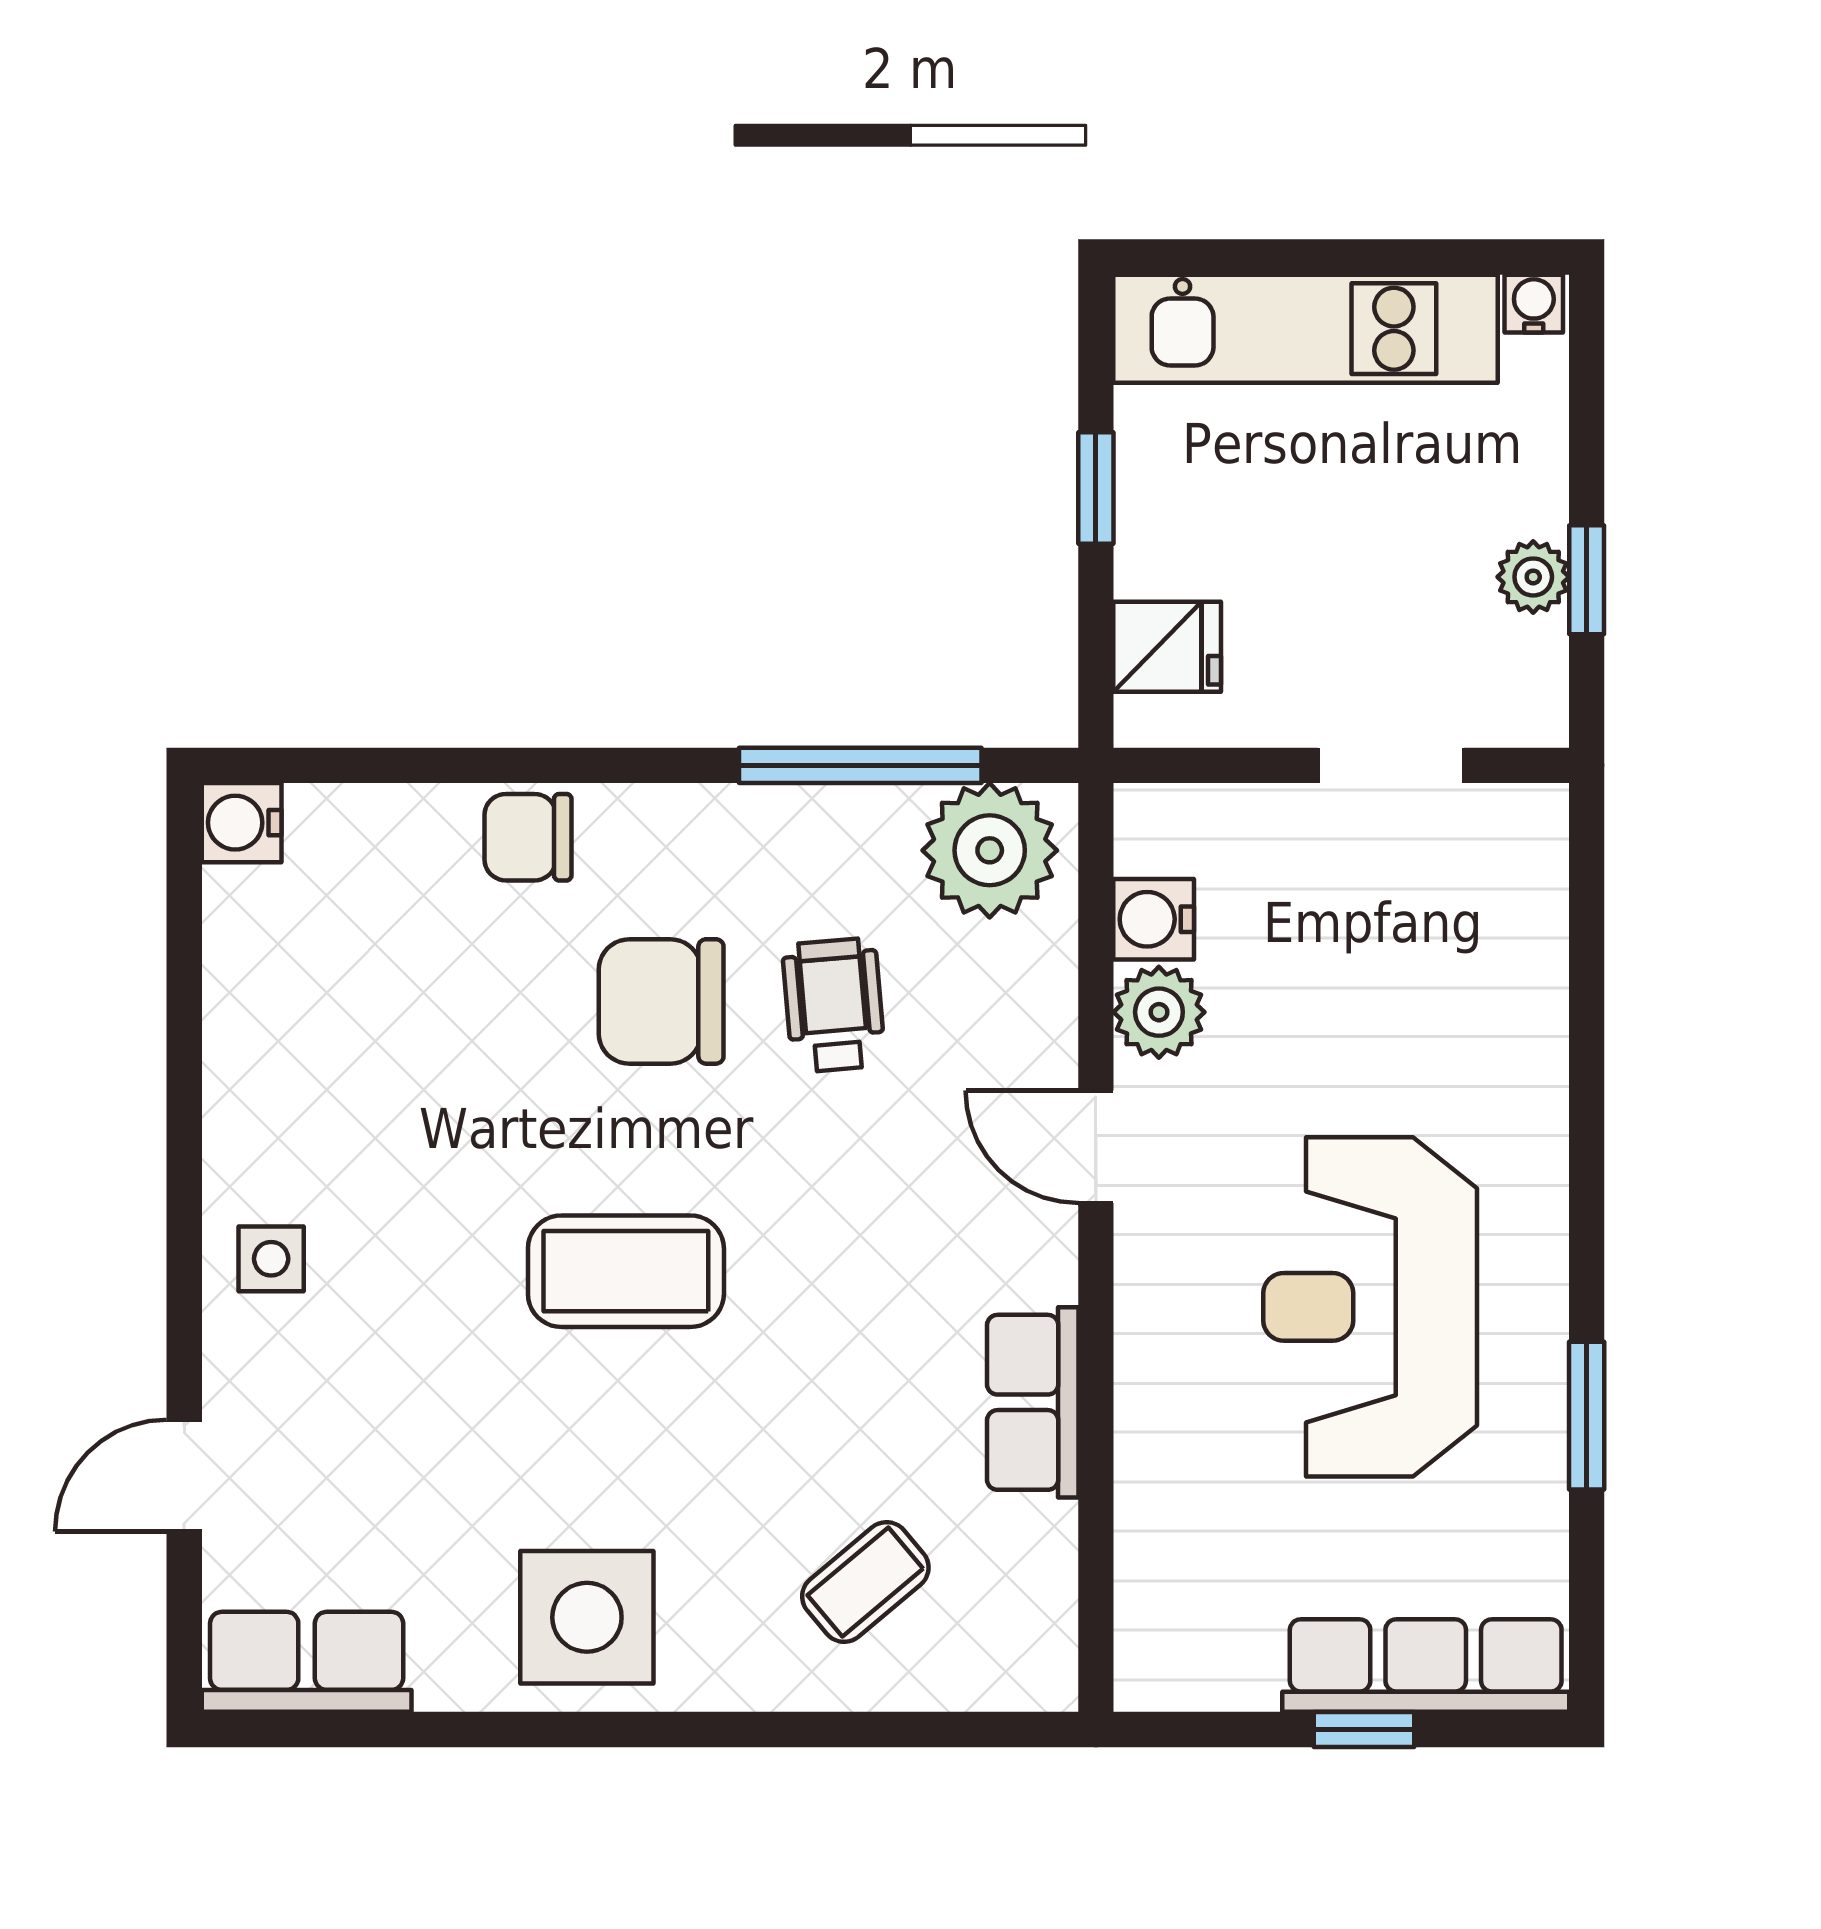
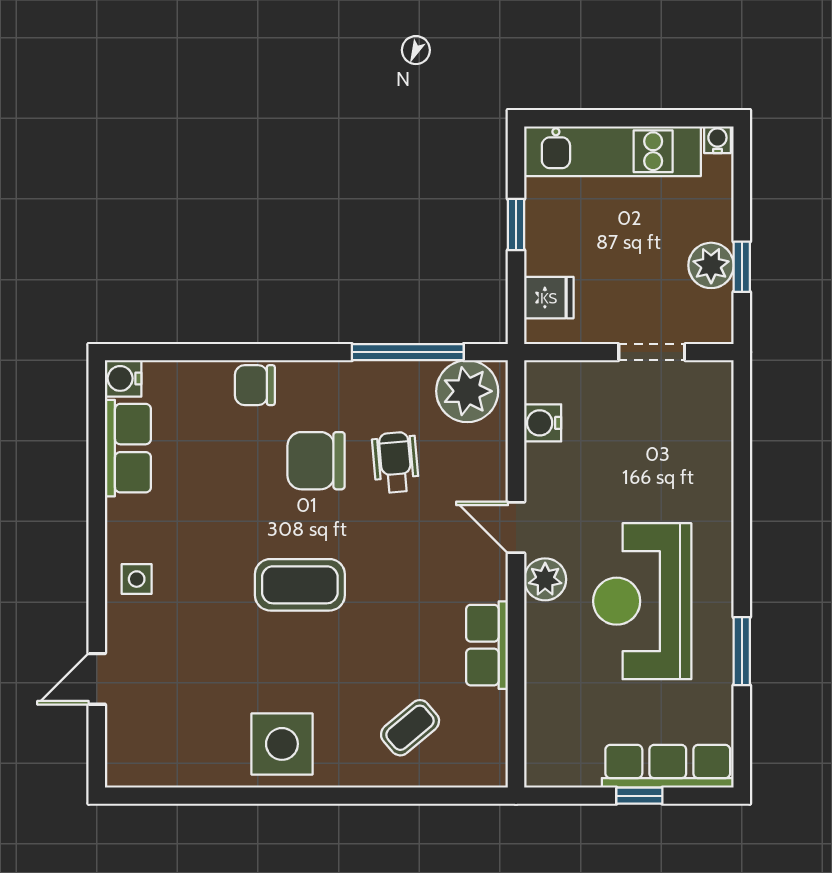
plant: (1533, 577) -> (711, 265), width x1.38, depth x1.38
plant: (1159, 1012) -> (545, 579), moved
row of seats: (307, 1662) -> (128, 448), moved, turned 90

